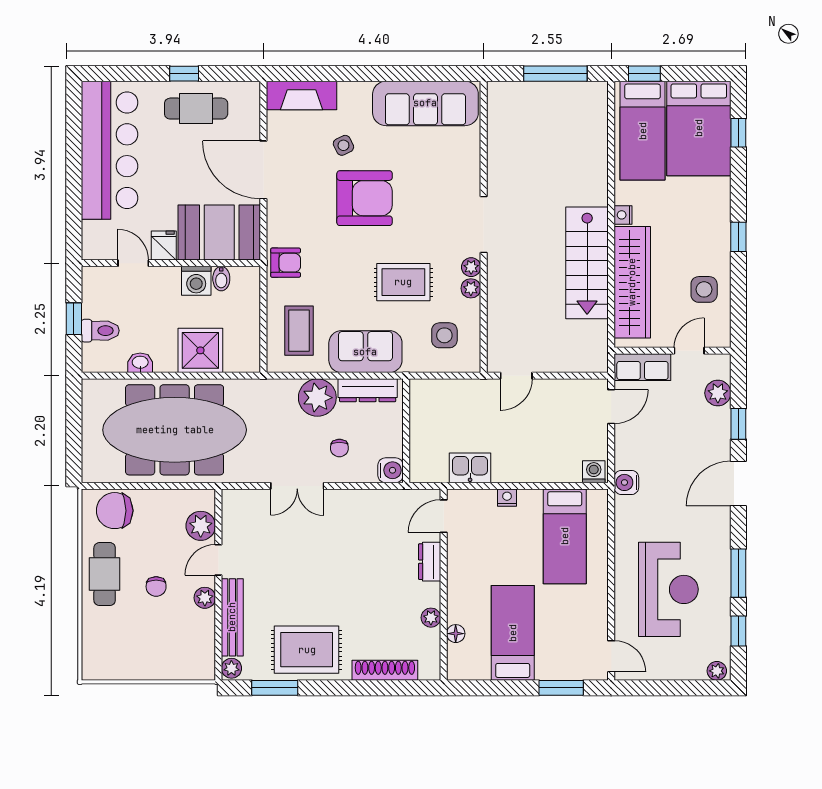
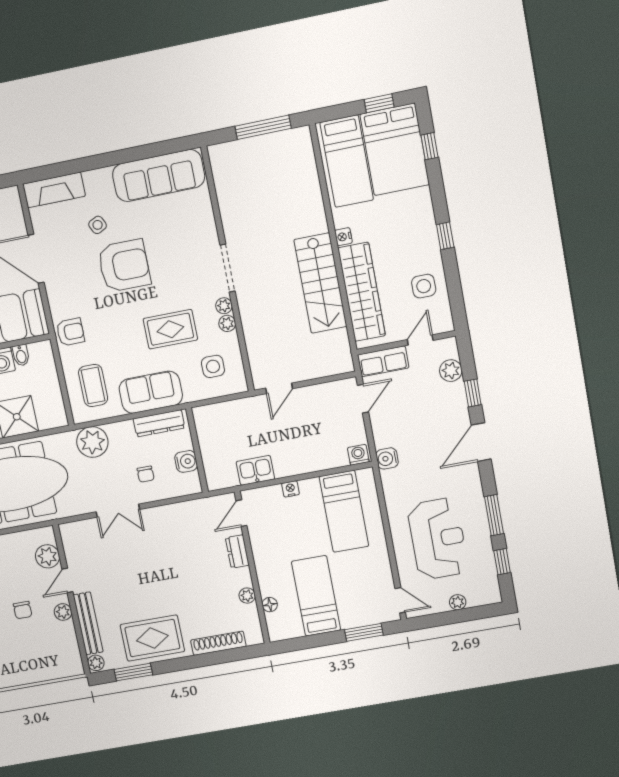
window: (644, 74) -> (379, 103), moved
plant: (317, 398) -> (92, 442), moved
water cooler: (390, 470) -> (186, 461), moved
plant: (717, 671) -> (458, 602), moved

